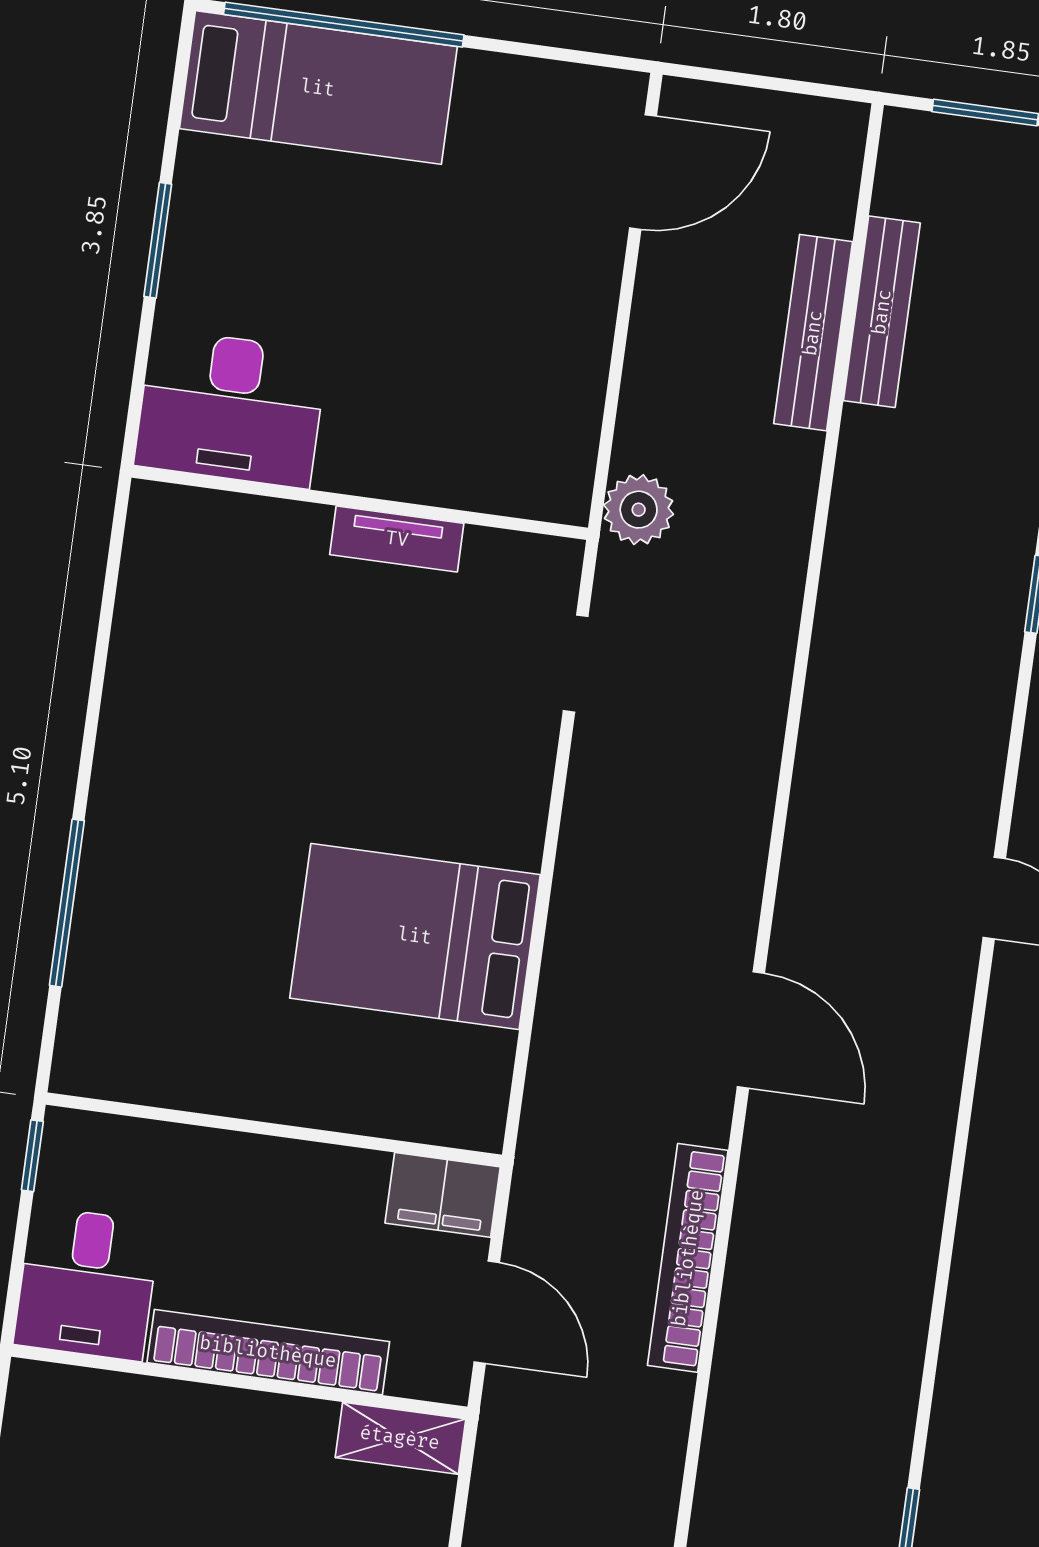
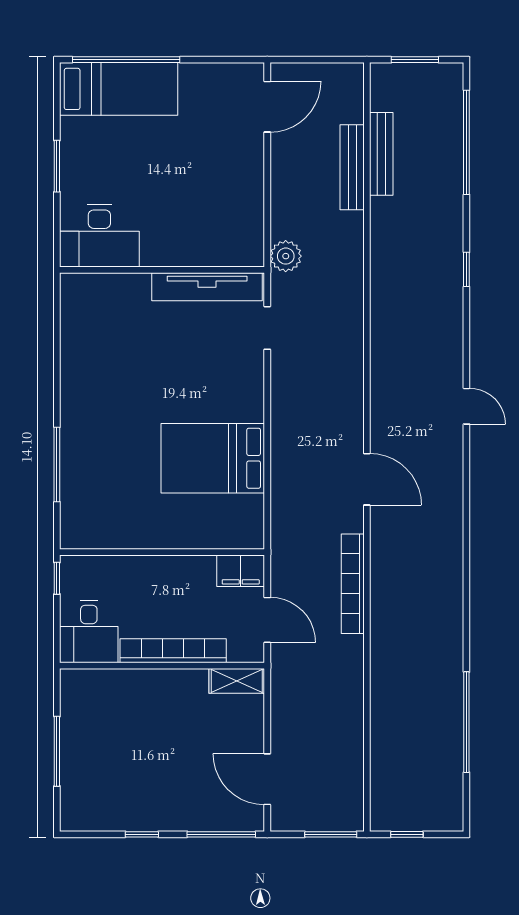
tv unit: (397, 539) -> (207, 287), width x1.92, depth x1.29

